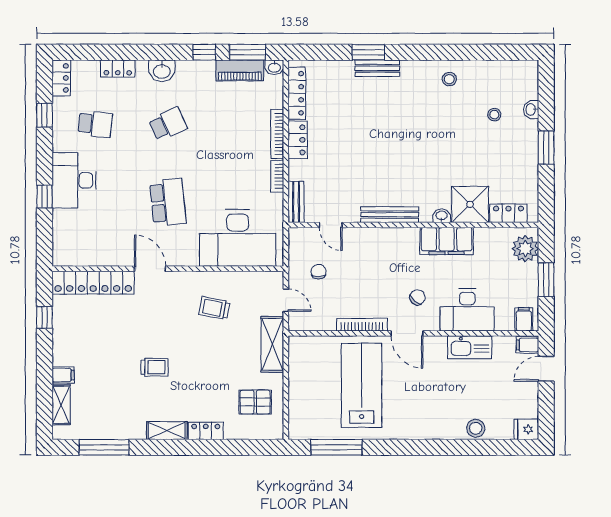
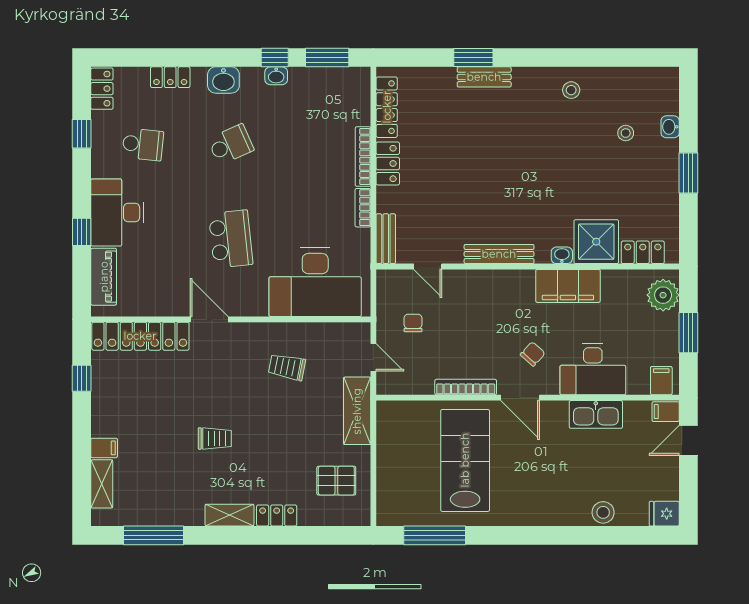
washbasin: (274, 67) -> (276, 76), moved
piano: (240, 70) -> (104, 277), moved, turned -90

